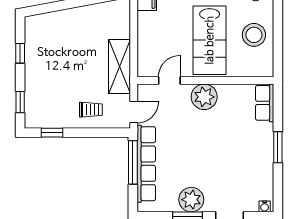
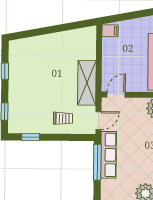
door: (169, 81) -> (116, 95), moved
row of seats: (146, 164) -> (109, 155), width x0.73

